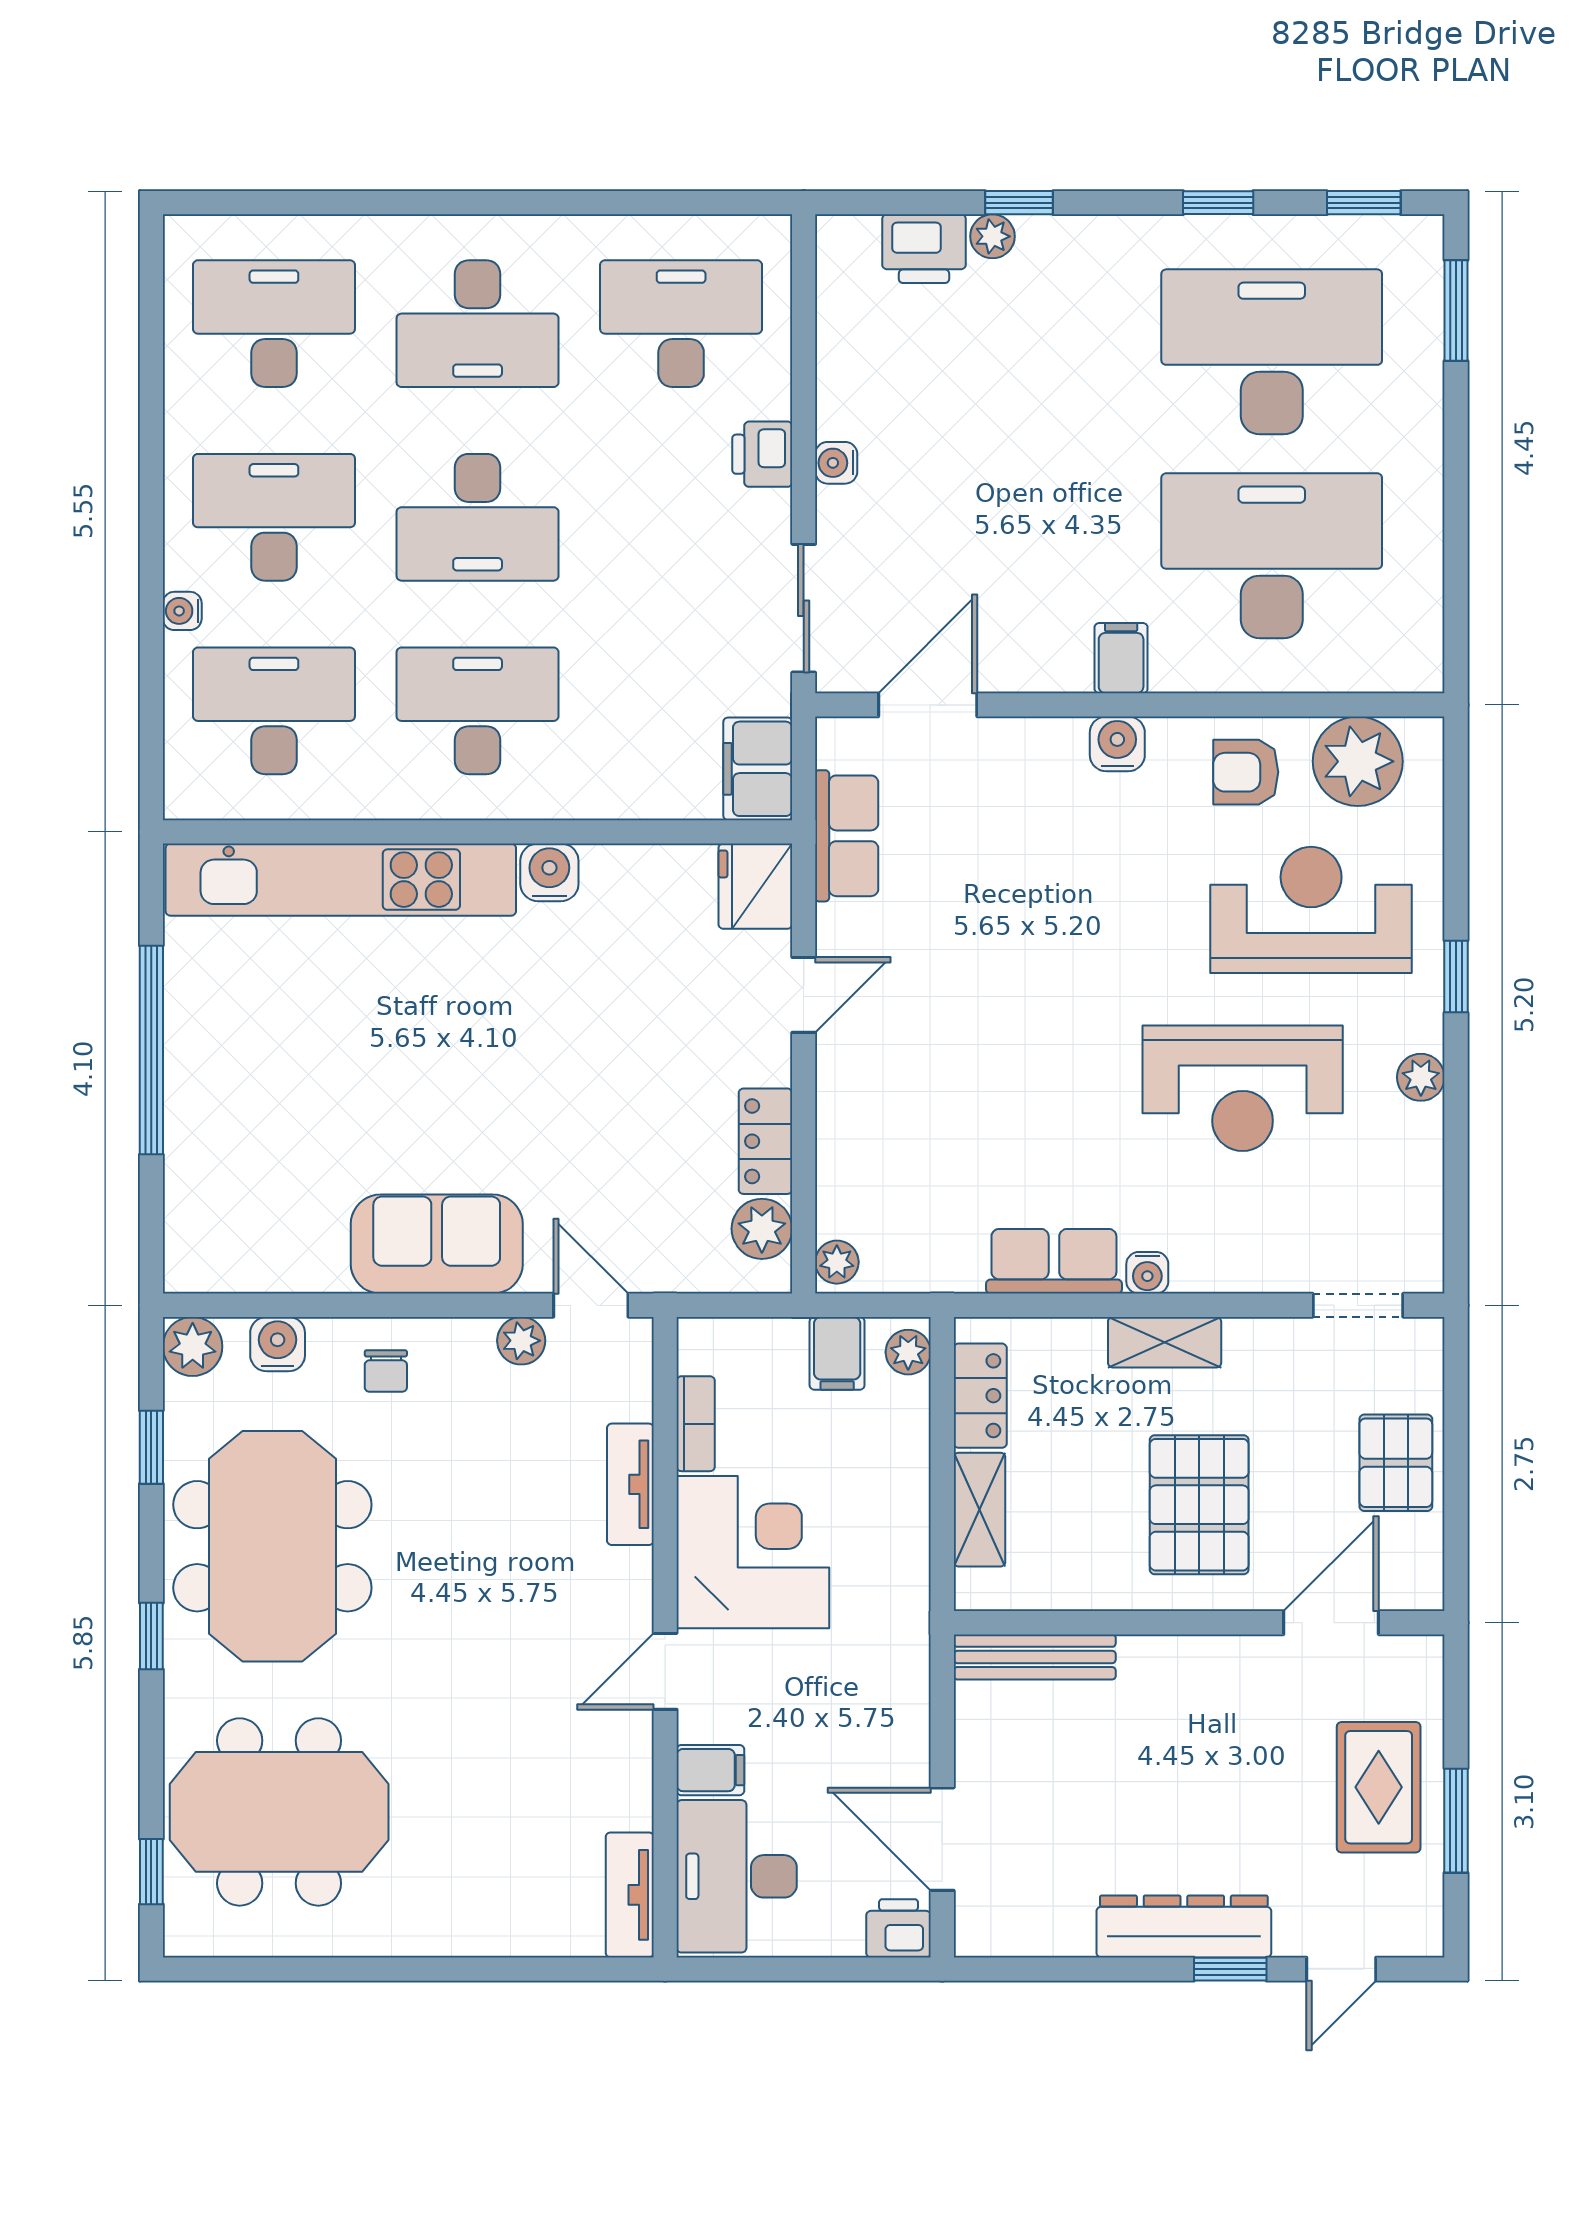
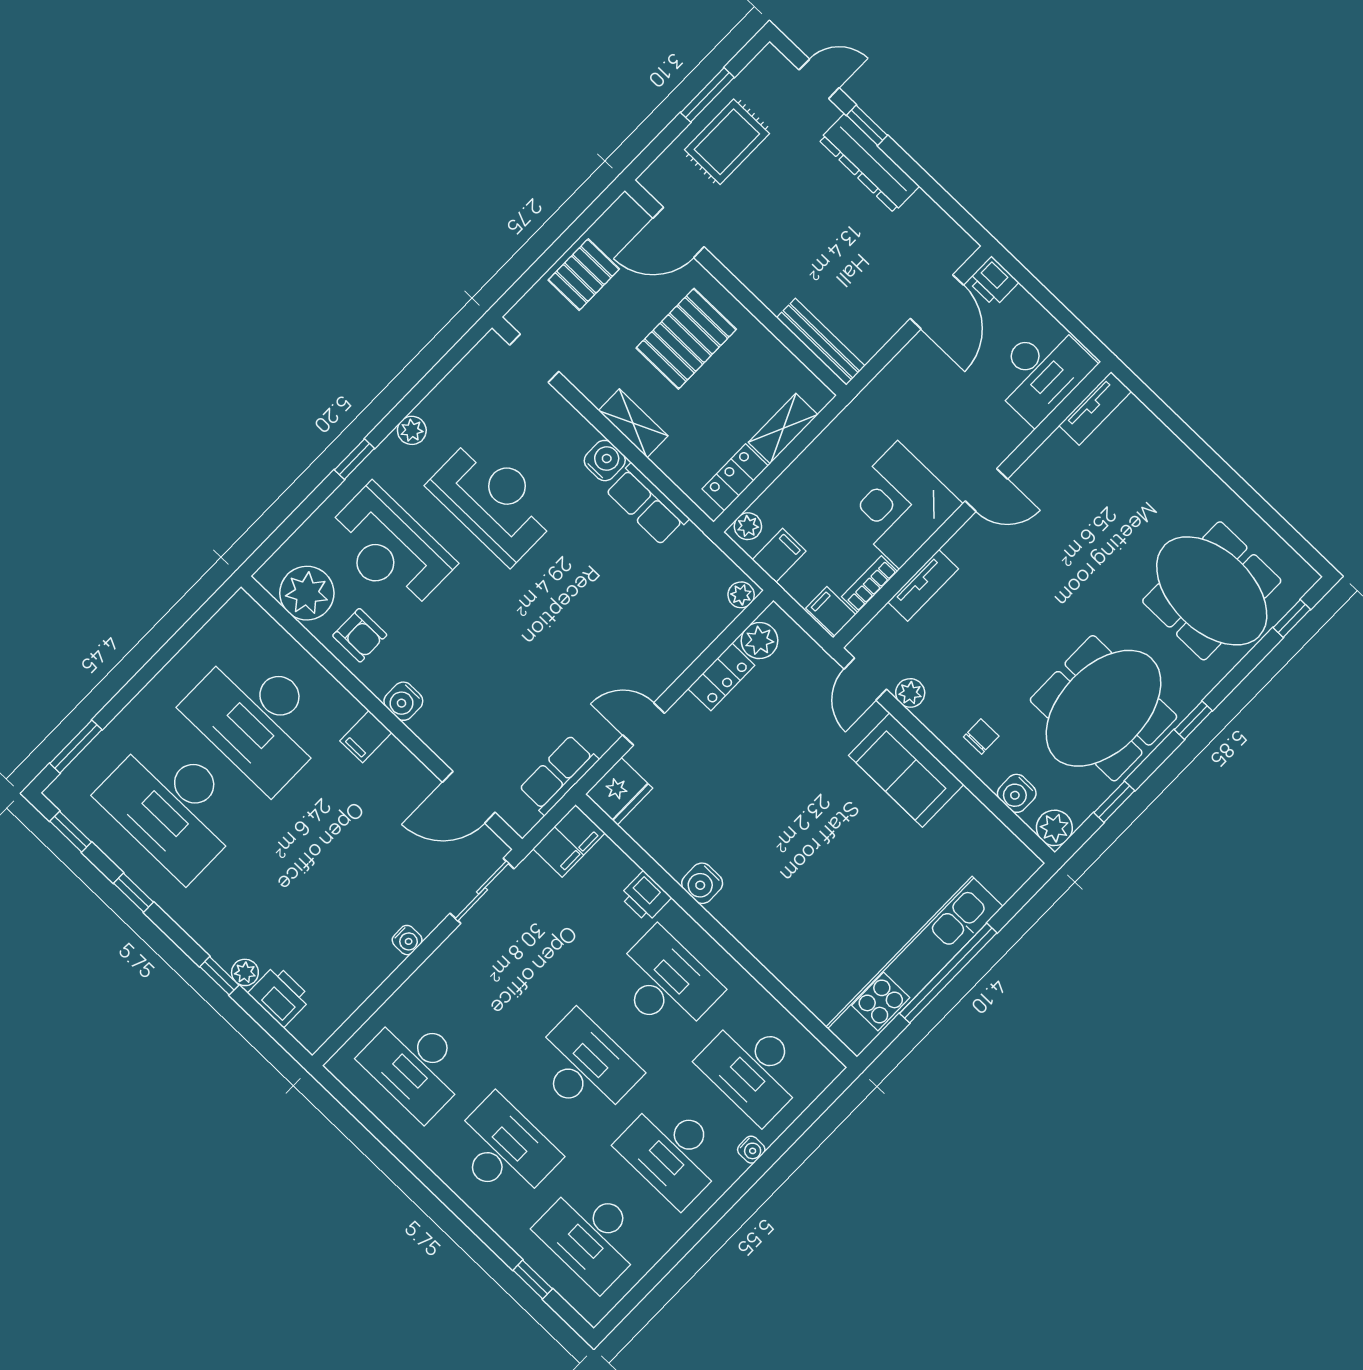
window: (293, 203) -> (533, 1279), added
printer: (762, 454) -> (645, 897), moved, turned 90
desk: (478, 711) -> (666, 983), turned 180
kitchen unit: (341, 880) -> (914, 967), moved, turned -90
water cooler: (1147, 1273) -> (605, 461), width x1.38, depth x1.38
filing cabinet: (710, 1770) -> (831, 611), moved

